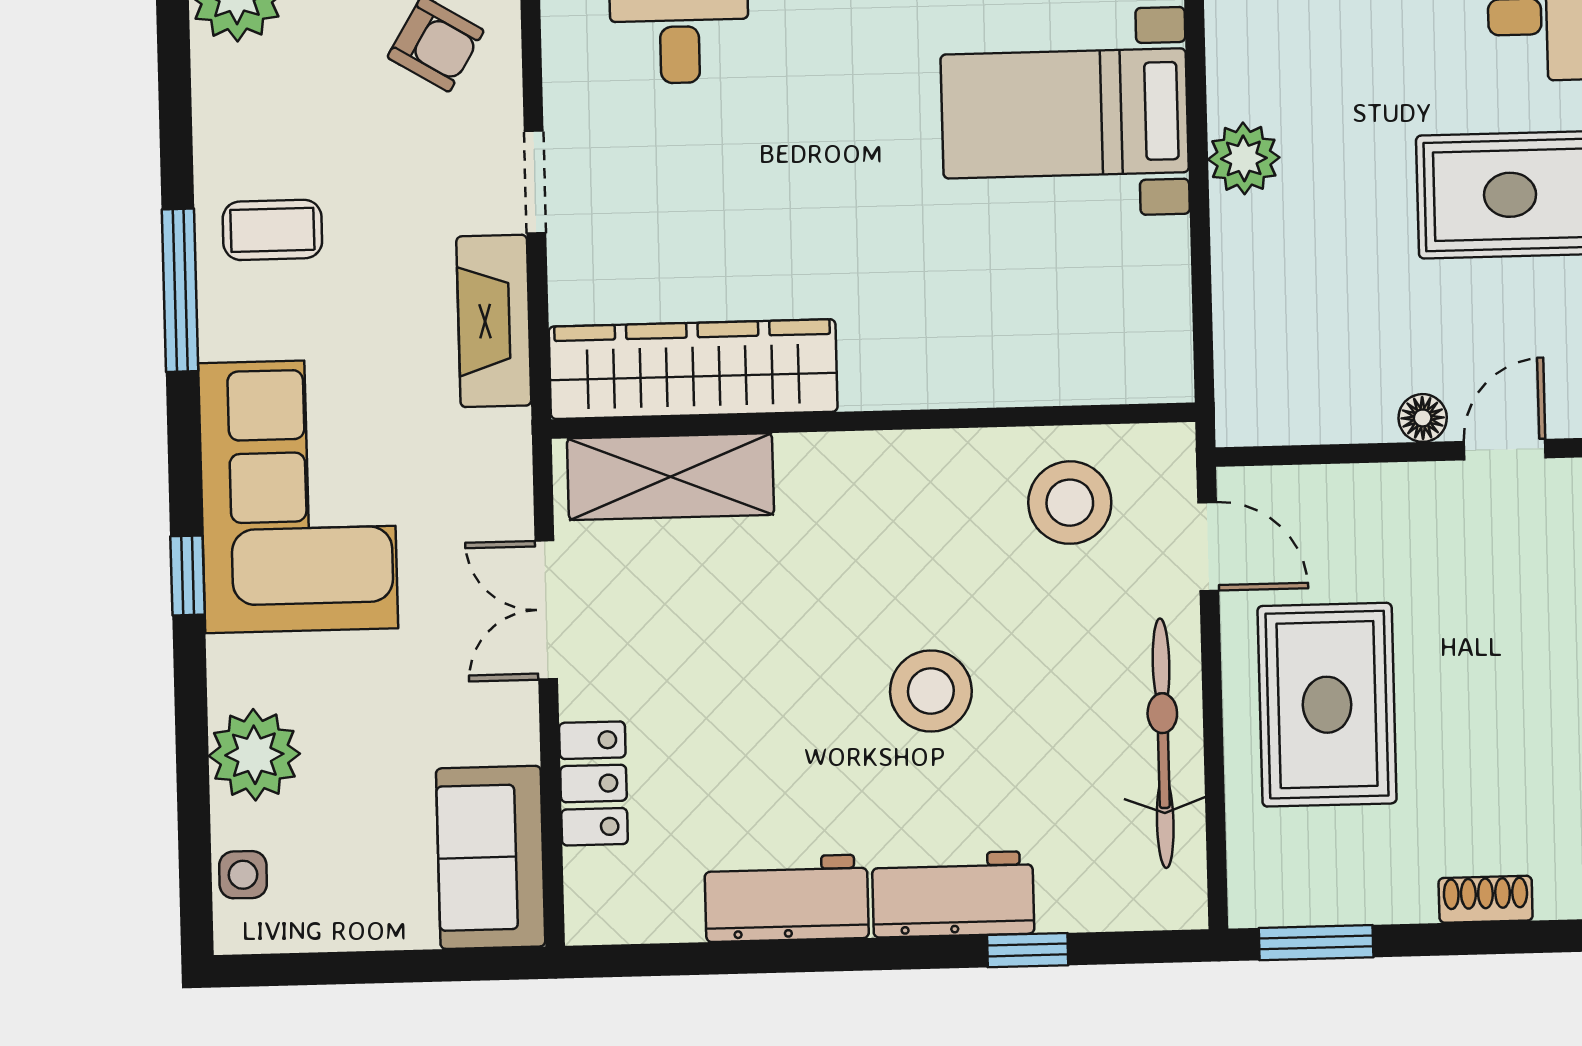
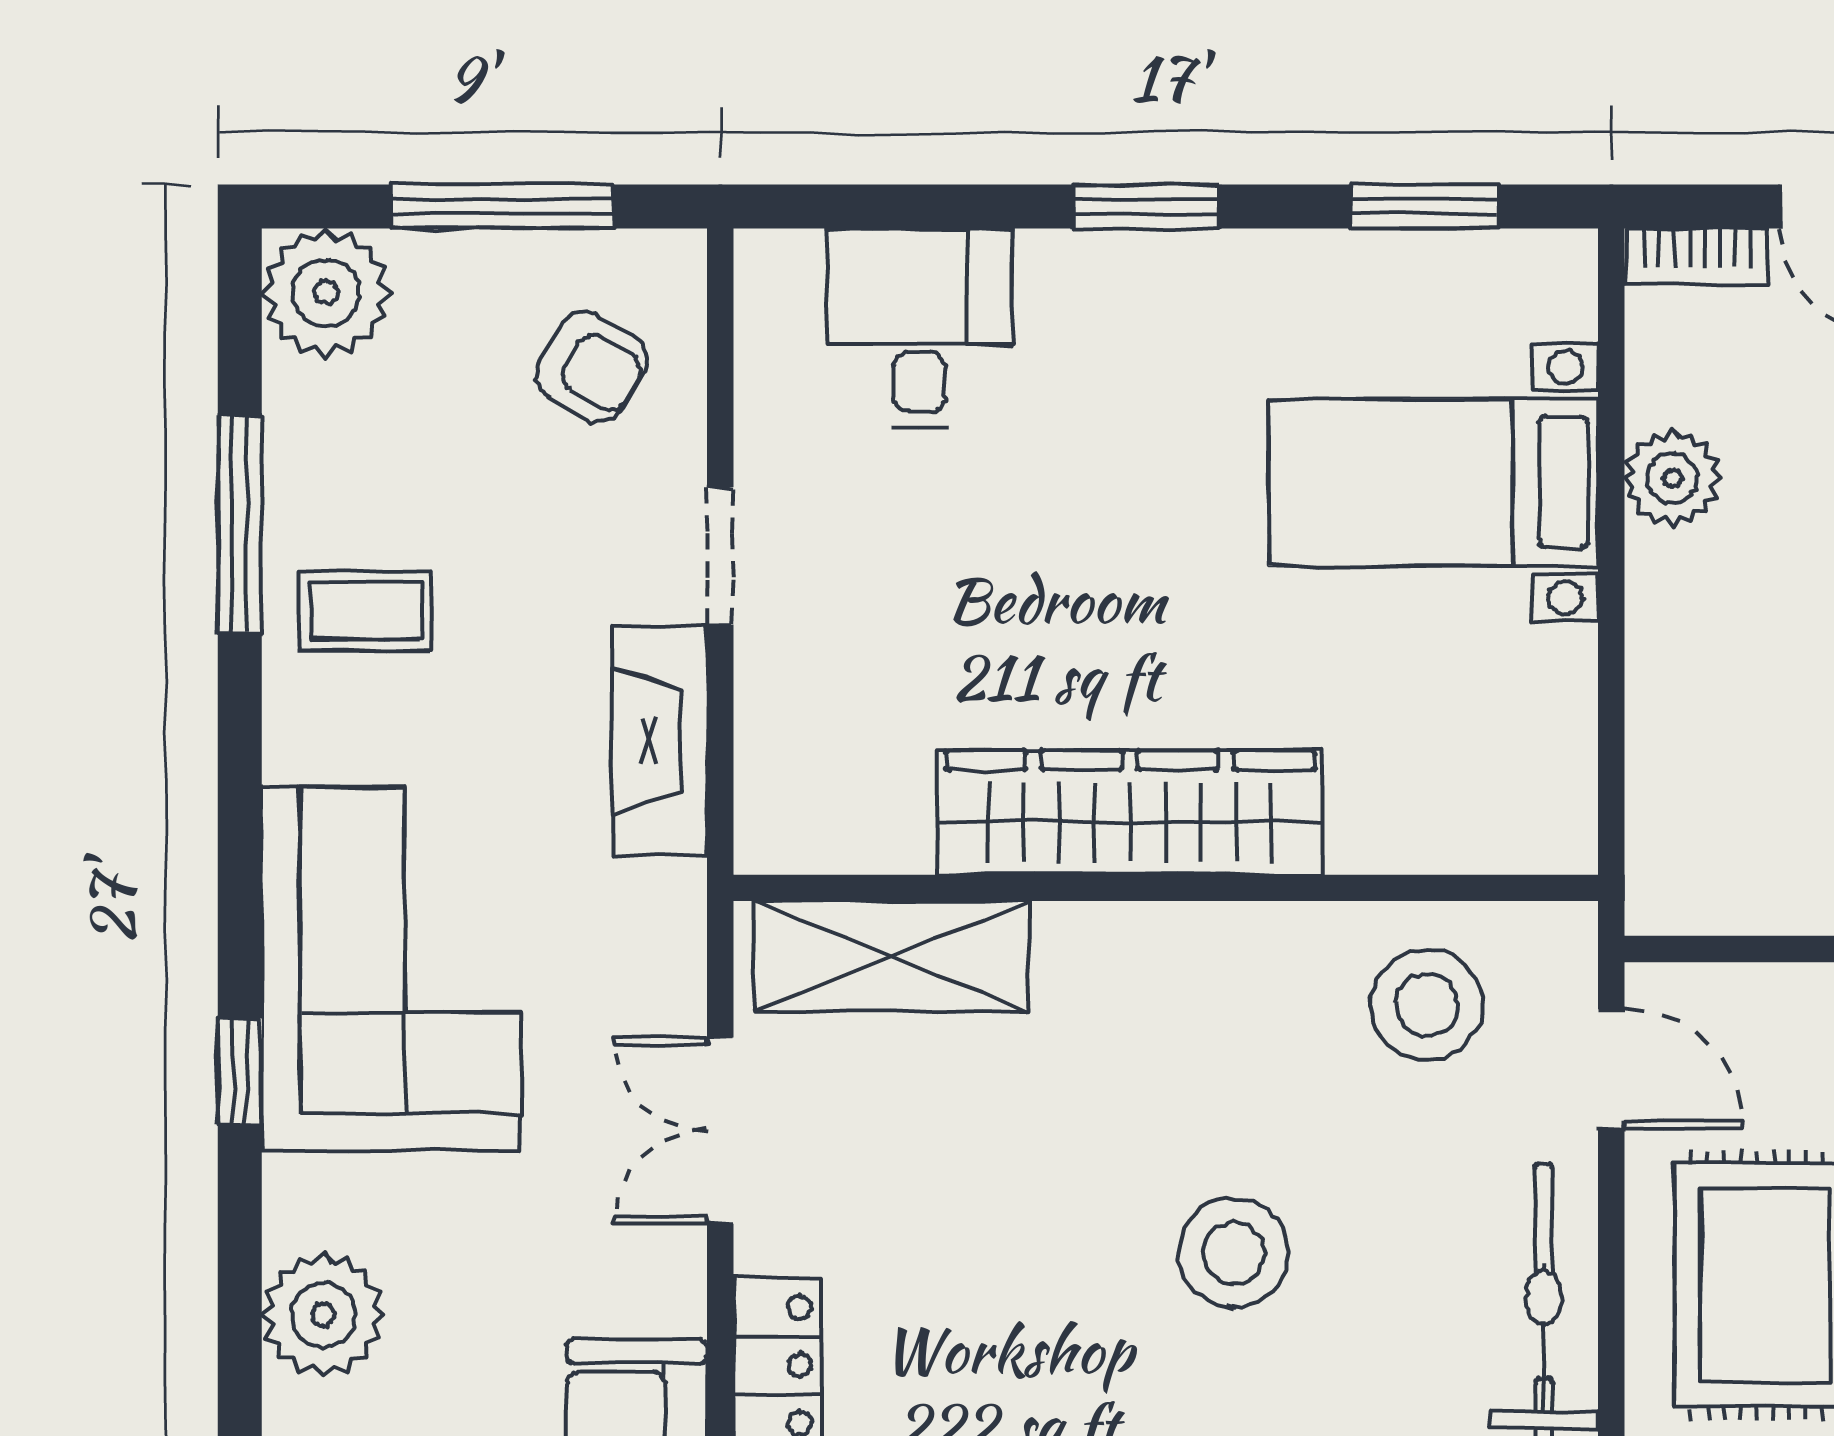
plant: (1244, 158) -> (1673, 478), moved
window: (180, 290) -> (240, 524), moved
wardrobe: (693, 369) -> (1130, 812), moved

